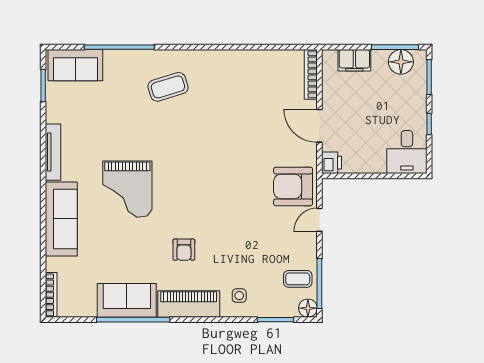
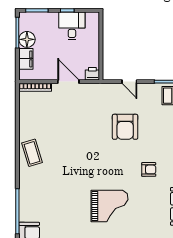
floor lamp: (401, 62) -> (27, 39), moved
coffee table: (168, 87) -> (32, 153), moved
door: (319, 126) -> (68, 82), swing flipped
desk: (407, 152) -> (72, 26), moved, turned -90
armchair: (293, 186) -> (125, 127), moved

